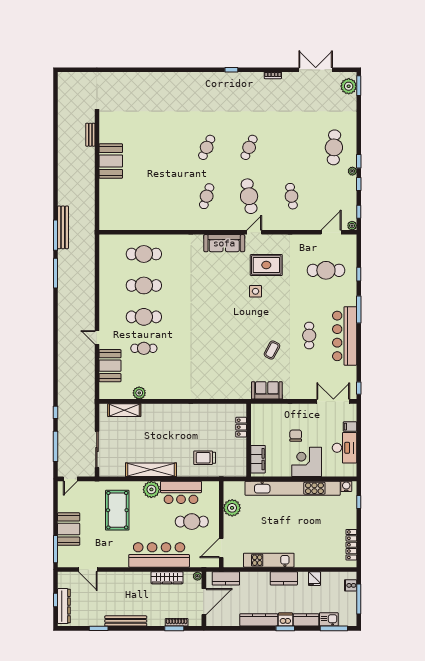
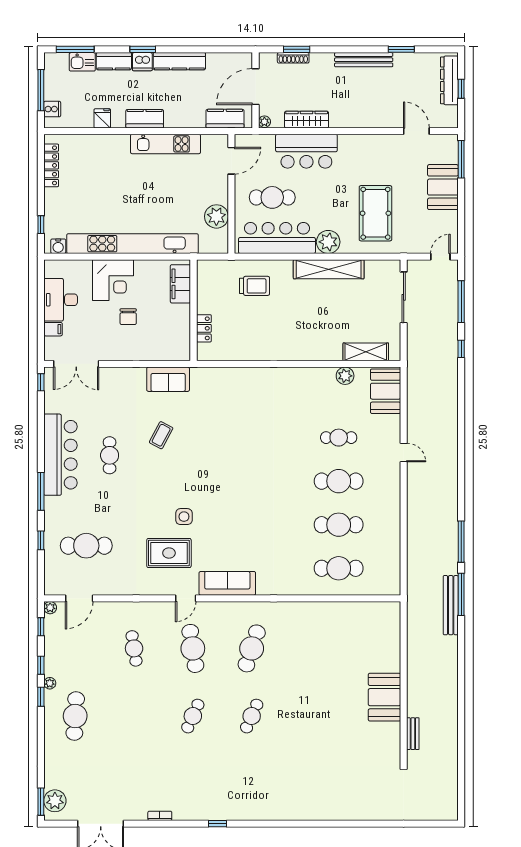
cafe table: (207, 196) -> (252, 648), width x1.37, depth x1.35
booth: (110, 366) -> (386, 391), moved
bar counter: (181, 492) -> (277, 238), width x1.36
bar counter: (159, 555) -> (306, 151), width x0.73

